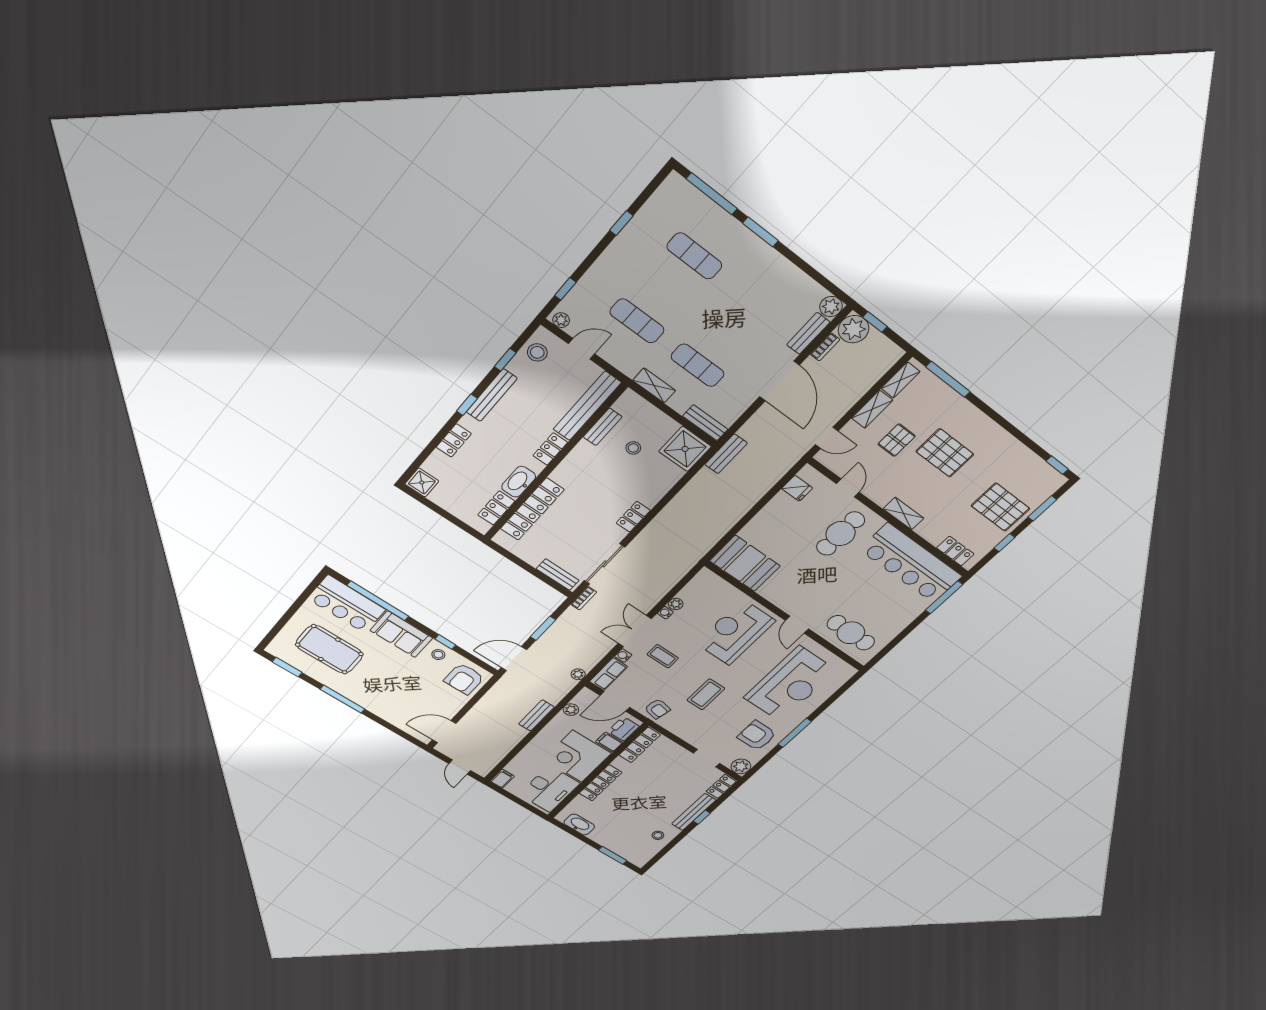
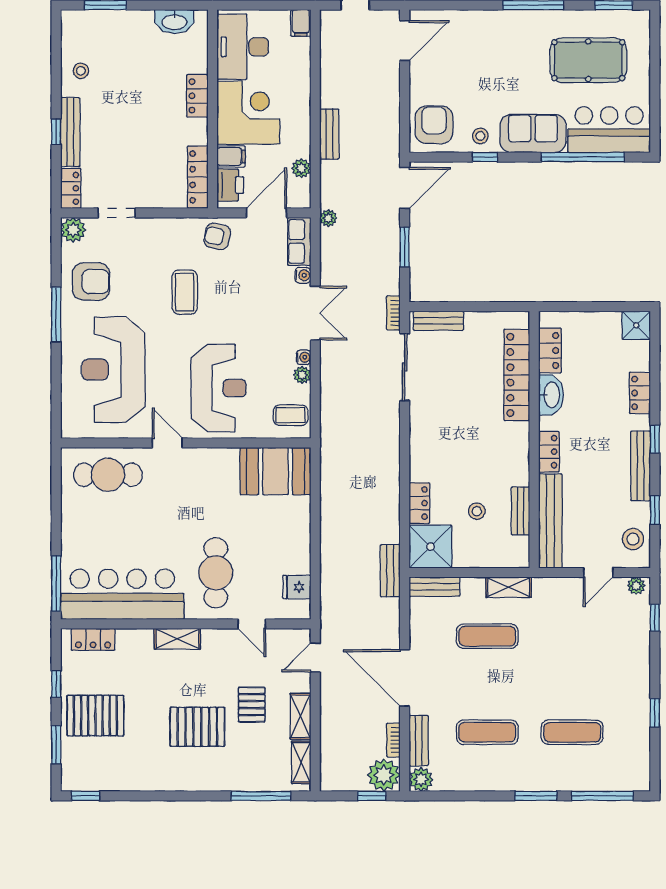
exercise mat: (637, 321) -> (487, 732), moved
locker: (633, 517) -> (419, 503), moved
coffee table: (663, 656) -> (291, 415), moved
locker: (600, 783) -> (197, 96), width x0.66

